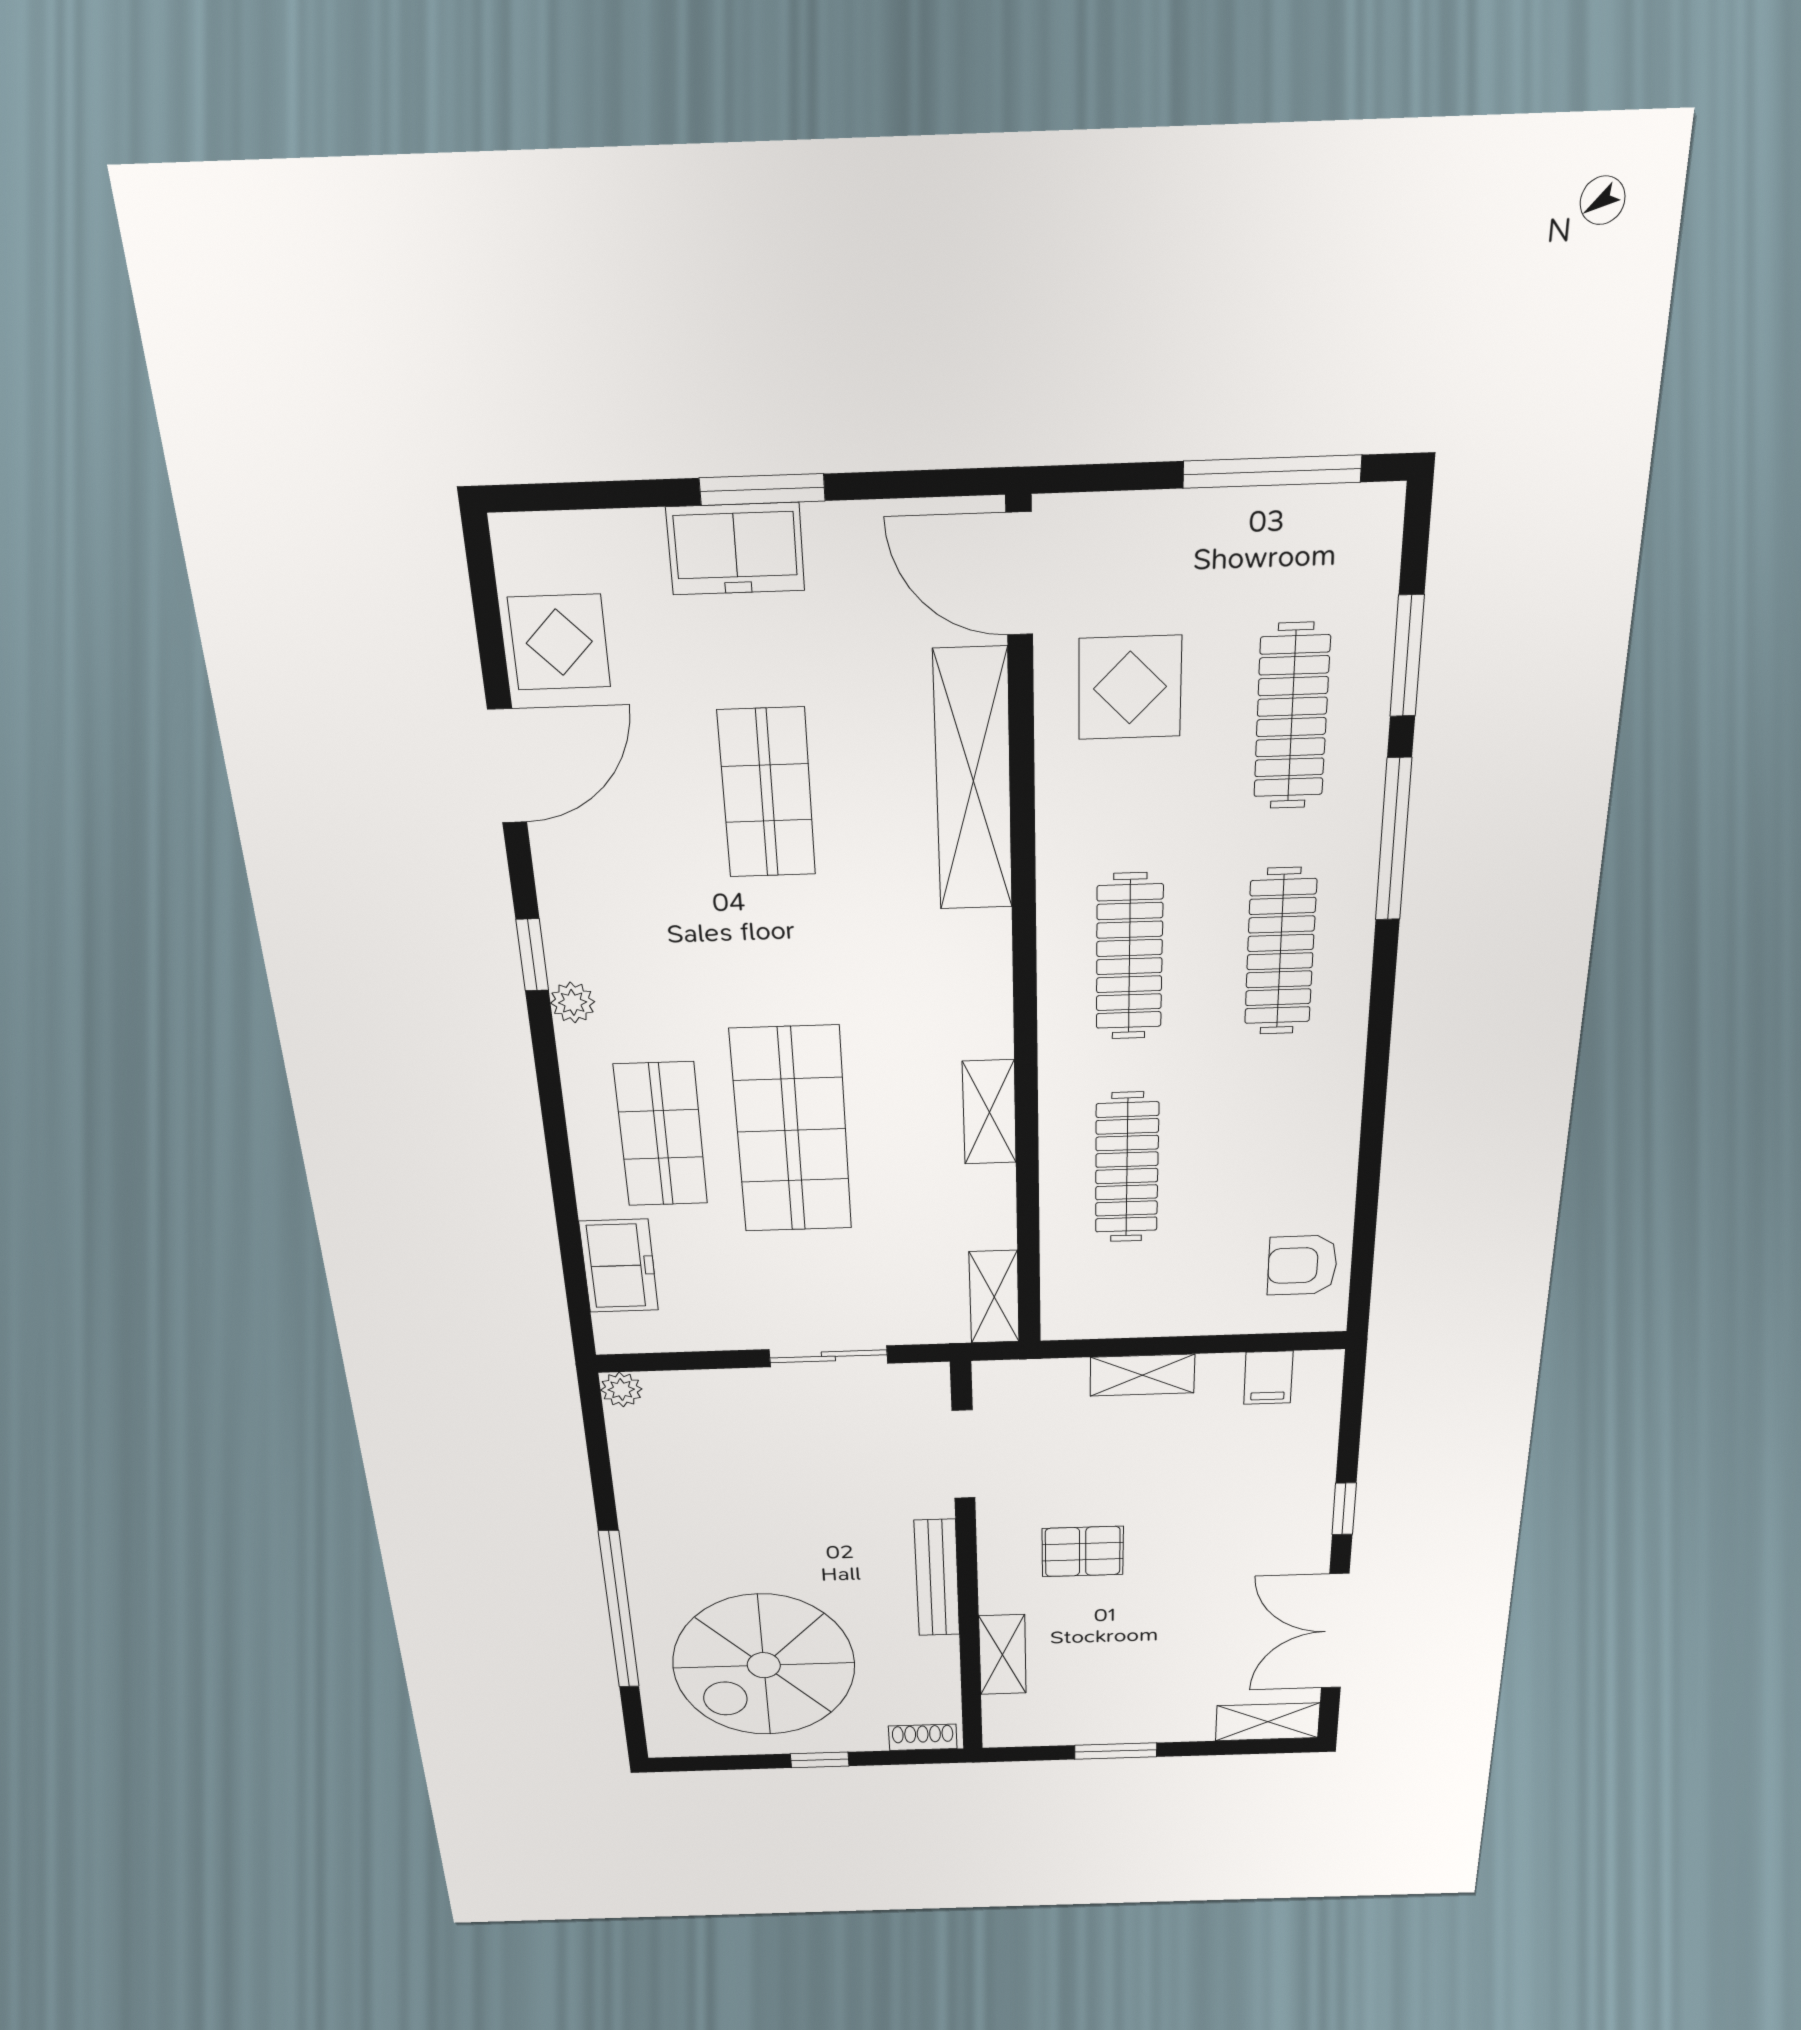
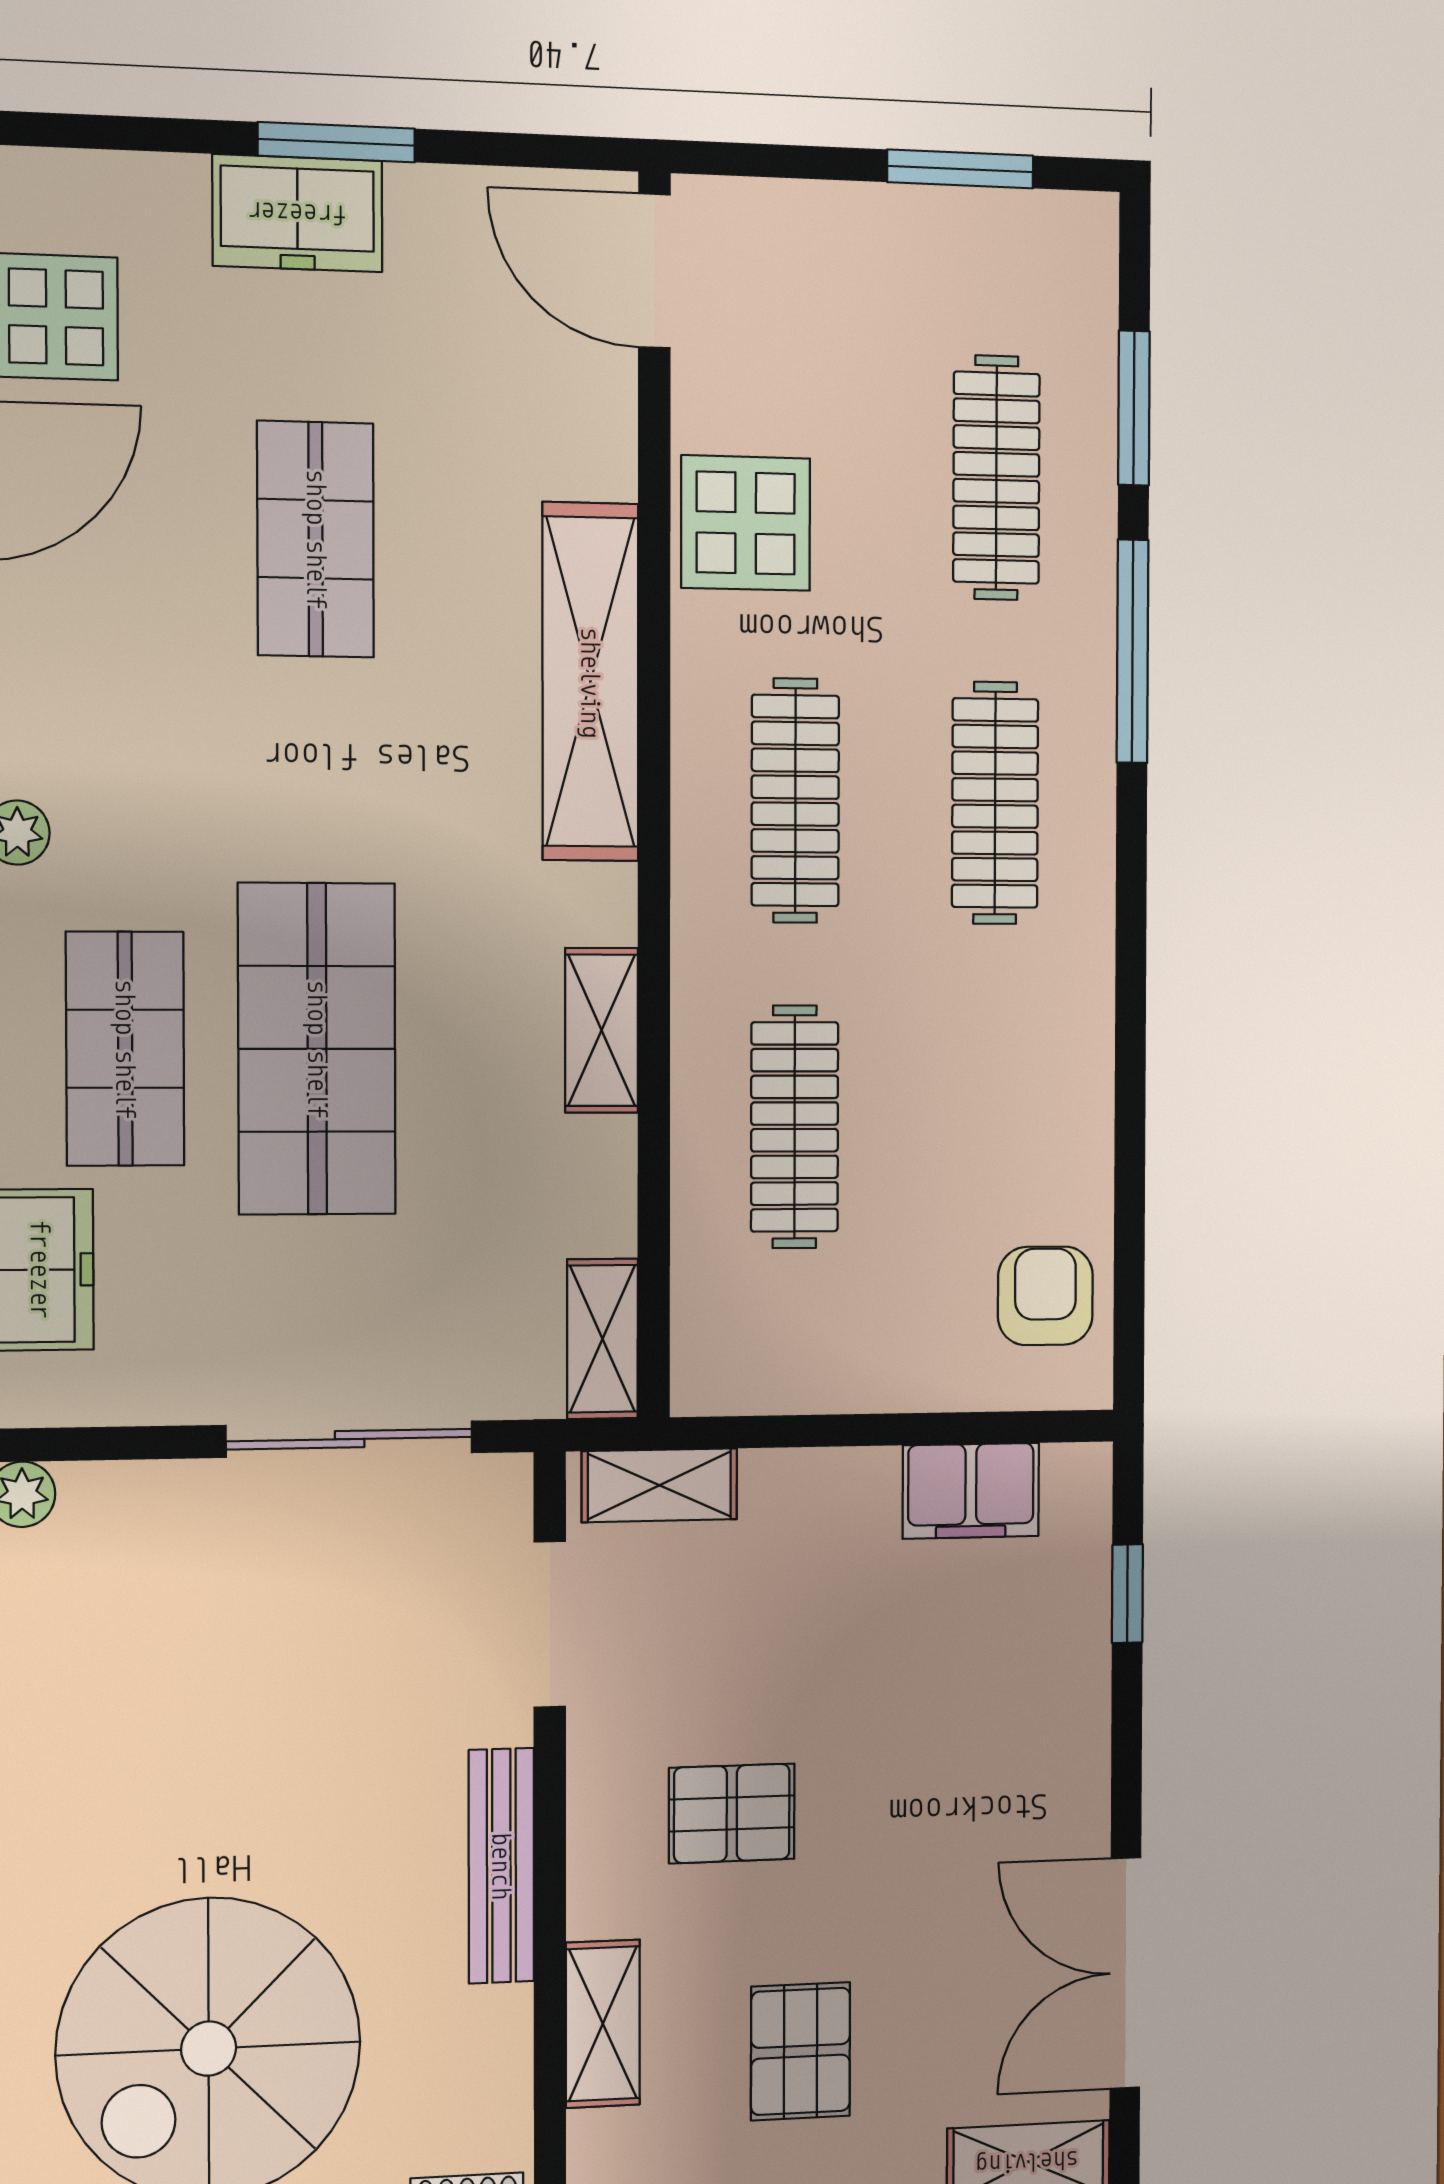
window: (1272, 472) -> (960, 169), width x0.69
display table: (1130, 688) -> (746, 523), moved
shelving: (973, 781) -> (590, 682), moved
armchair: (1302, 1265) -> (1045, 1296), turned 90
sliding door: (828, 1356) -> (350, 1439), width x1.37
shelving: (1142, 1375) -> (659, 1485), moved
filing cabinet: (1268, 1378) -> (971, 1491), width x2.00
window: (1344, 1509) -> (1127, 1594), moved
pallet: (1126, 1668) -> (801, 2051), added

